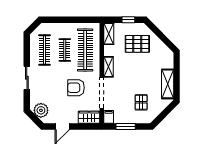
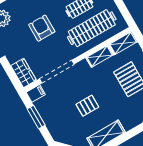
shelving: (108, 67) -> (100, 56), moved
armchair: (76, 88) -> (42, 28), moved
pallet: (141, 102) -> (87, 106), moved

